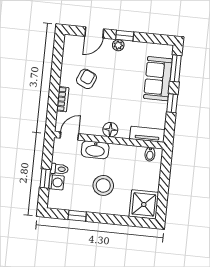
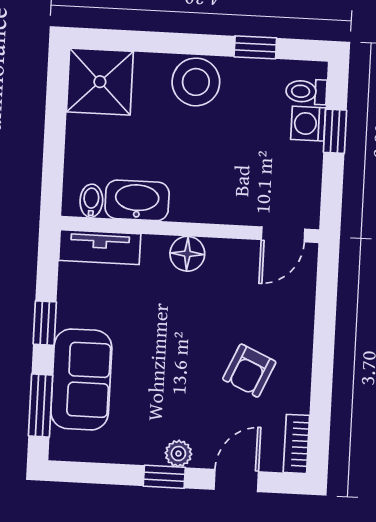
bookcase: (63, 99) -> (296, 444), moved
washbasin: (95, 150) -> (137, 200), moved
toilet: (59, 169) -> (306, 92), moved
stool: (103, 185) -> (196, 82), moved

